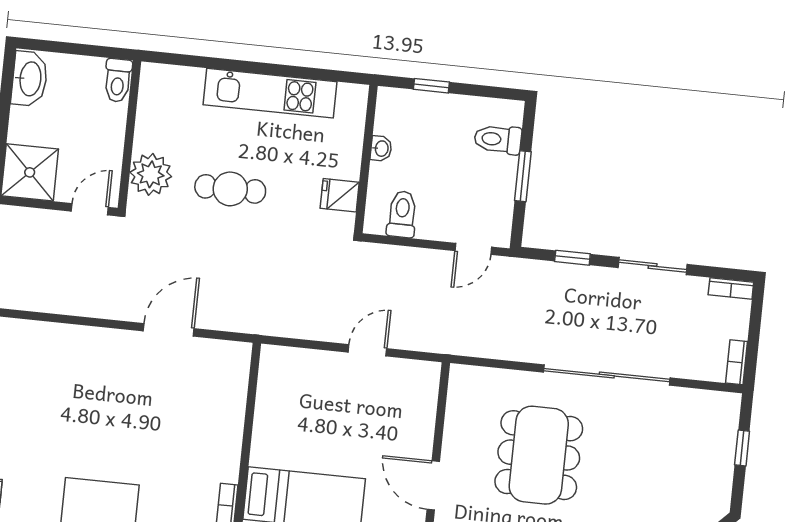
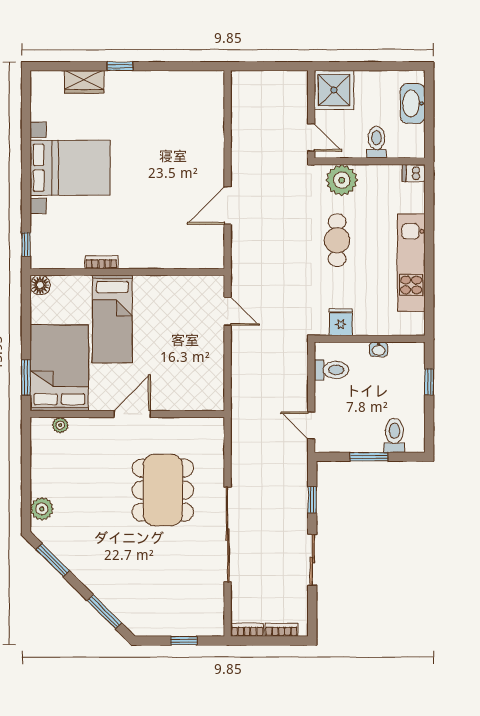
dishwasher: (151, 78) -> (414, 173), added
washbasin: (29, 79) -> (413, 103), moved, turned 90
toilet: (118, 80) -> (376, 142), moved, turned 90
bookcase: (731, 289) -> (282, 630), moved, turned 90
door: (169, 330) -> (228, 205), swing flipped
door: (367, 350) -> (228, 311), moved
dining table: (539, 455) -> (163, 490), turned 90

